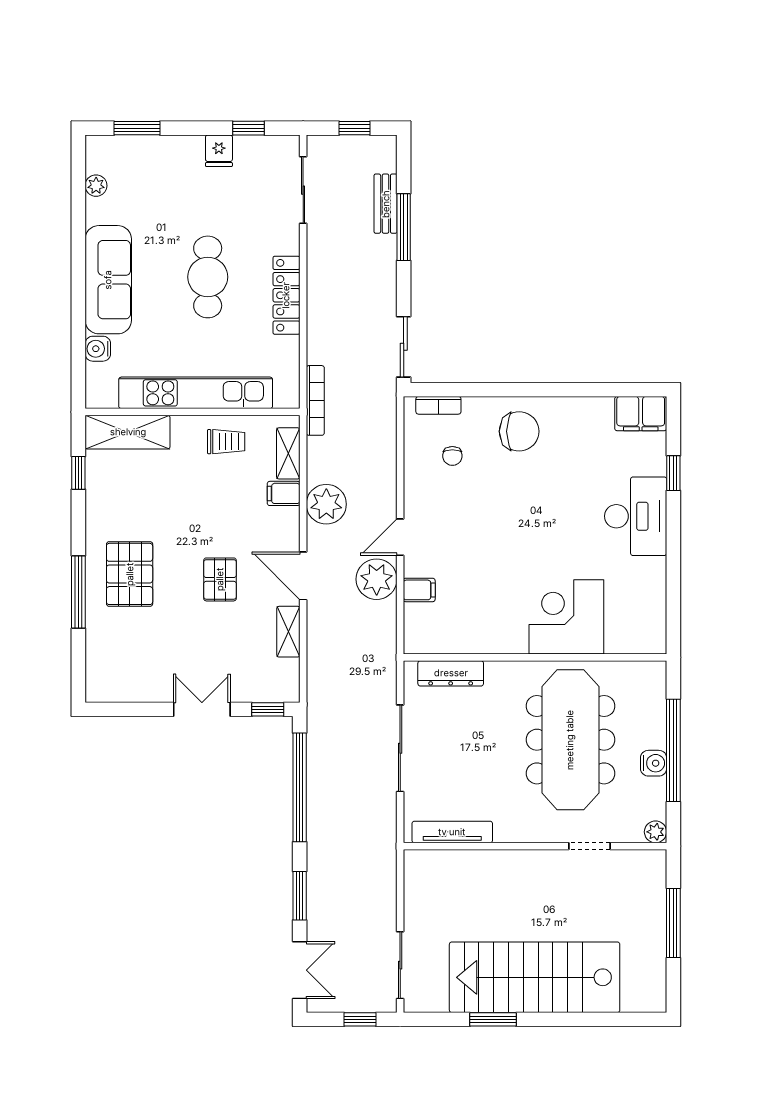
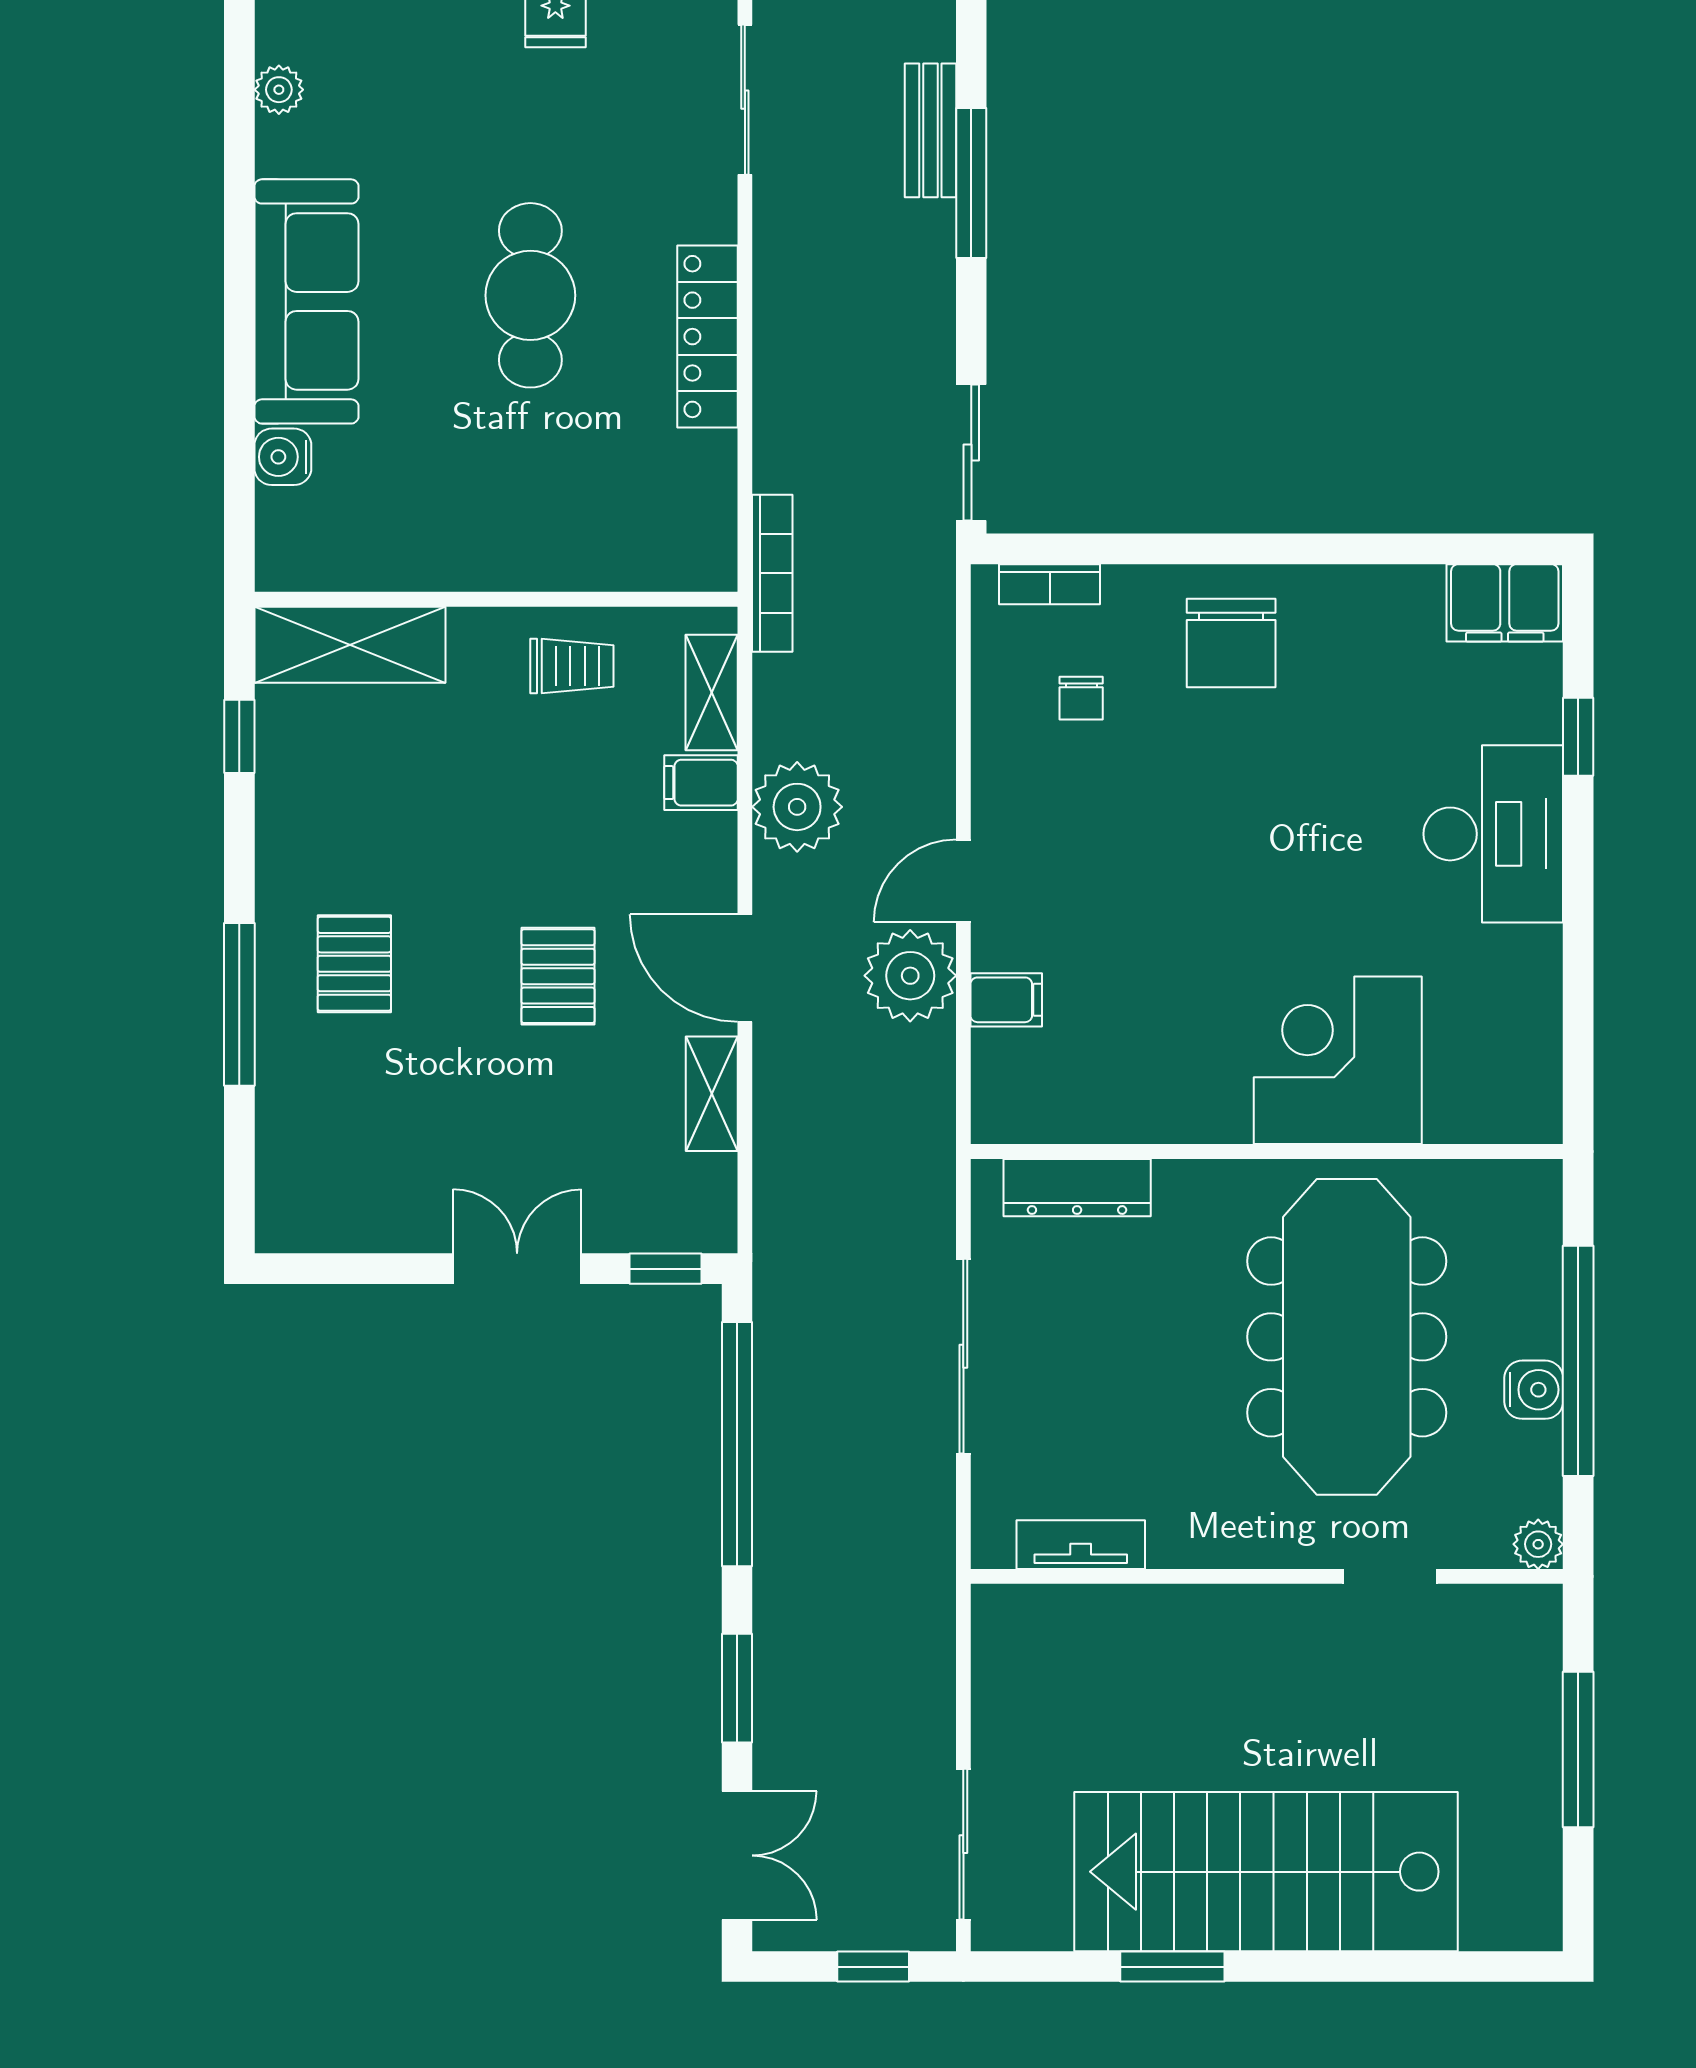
kitchen unit: (196, 393) -> (503, 556), removed
chair: (519, 431) -> (1231, 643), turned 90
pallet: (130, 574) -> (354, 964), width x0.67, depth x0.71
tv unit: (452, 832) -> (1081, 1545), width x0.71

